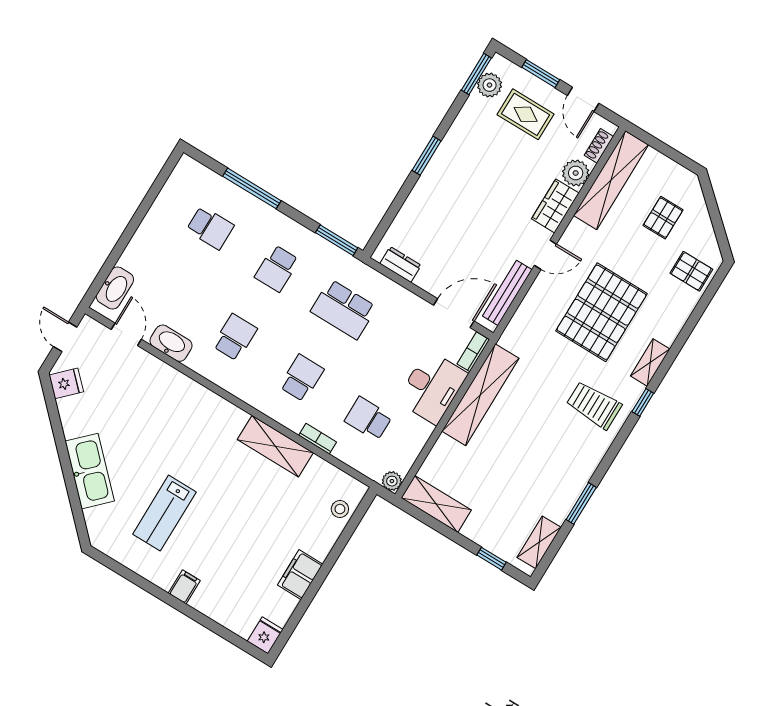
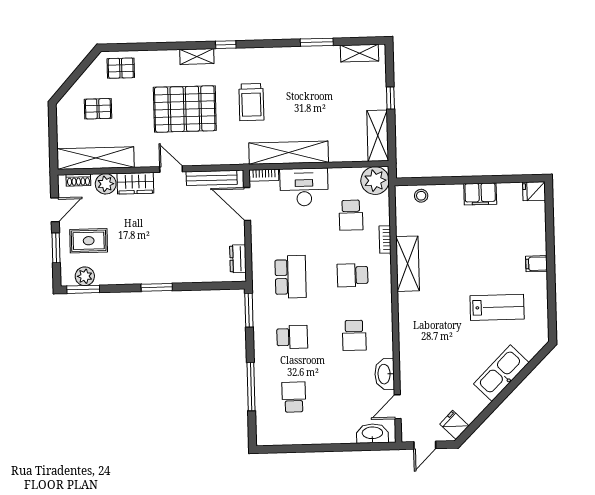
rug: (526, 114) -> (89, 241), turned 90
pallet: (691, 271) -> (121, 68), turned 90
school desk: (235, 337) -> (354, 335), turned -90
trolley: (594, 405) -> (251, 102), moved
plant: (392, 481) -> (375, 181), width x1.88, depth x1.88
window: (492, 559) -> (390, 98), moved

